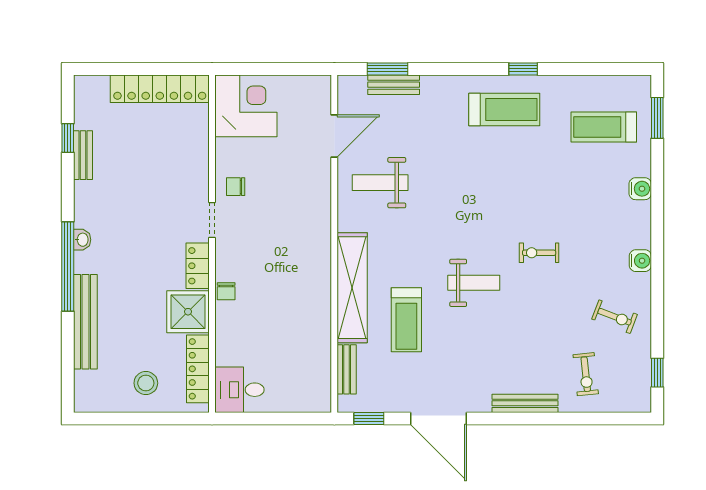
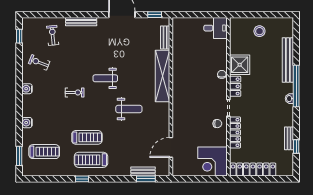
weight bench: (380, 183) -> (129, 109), moved
treadmill: (406, 320) -> (87, 137), moved, turned 90
locker: (198, 369) -> (235, 132), moved

